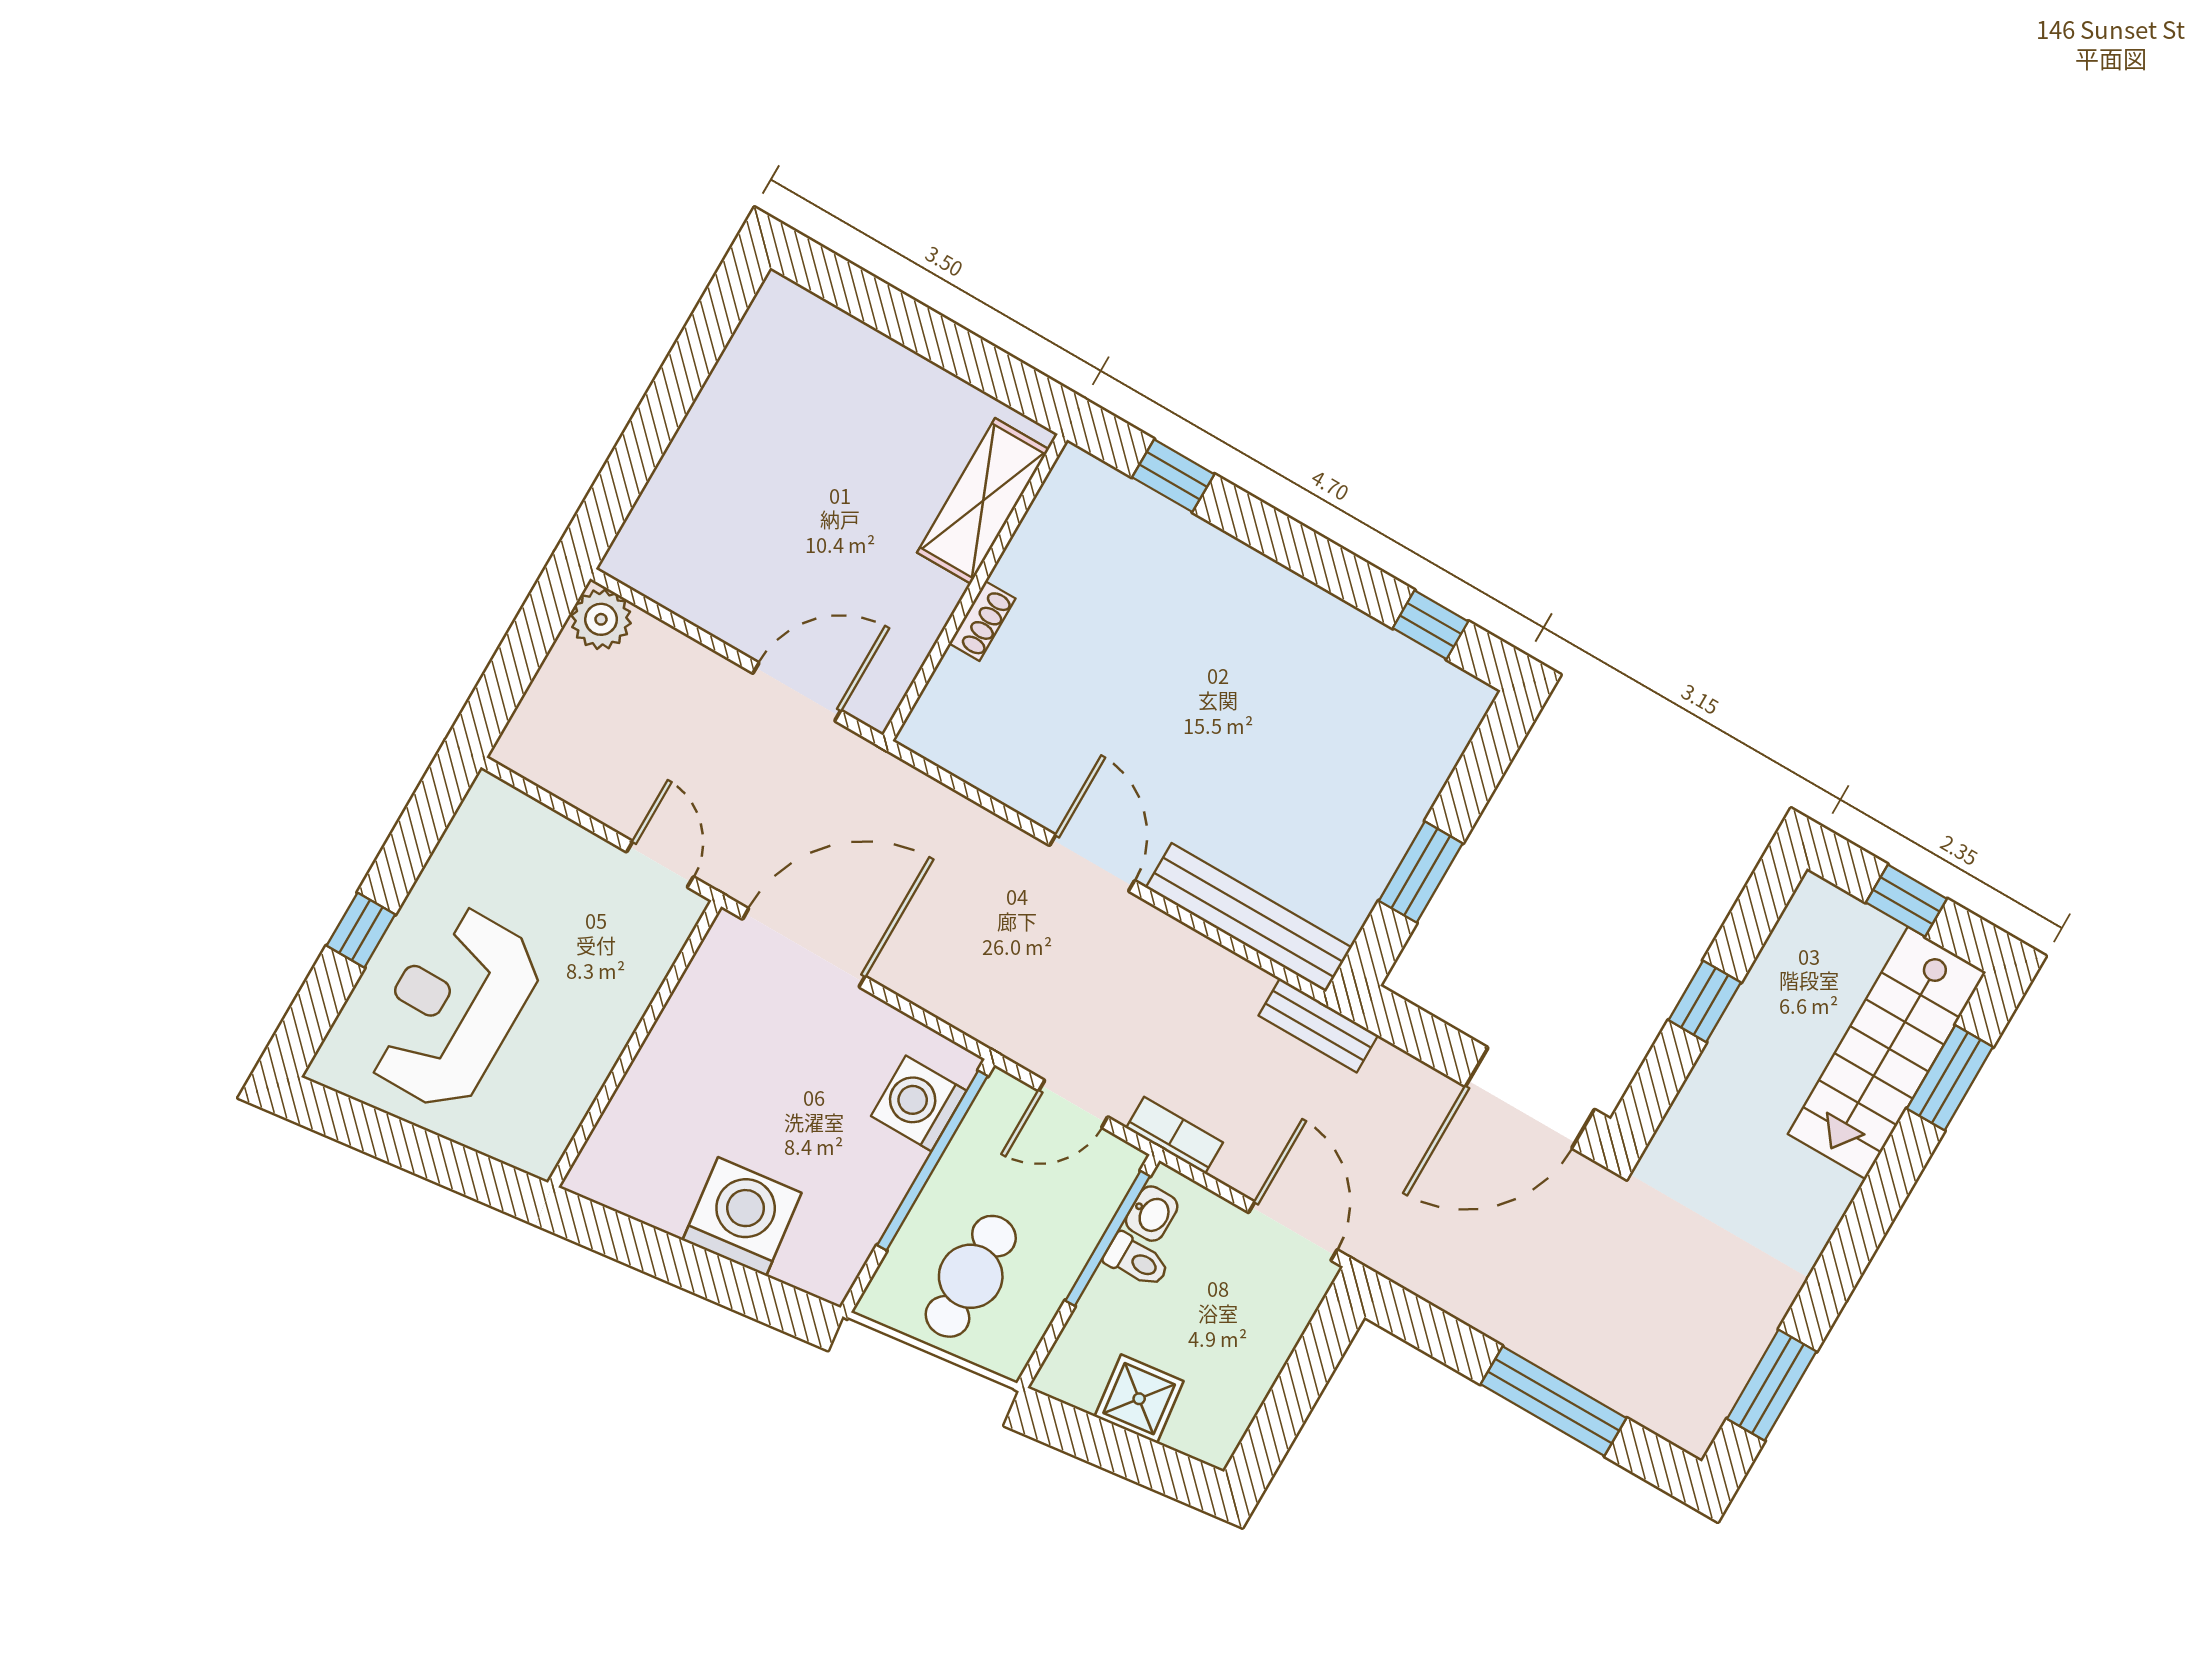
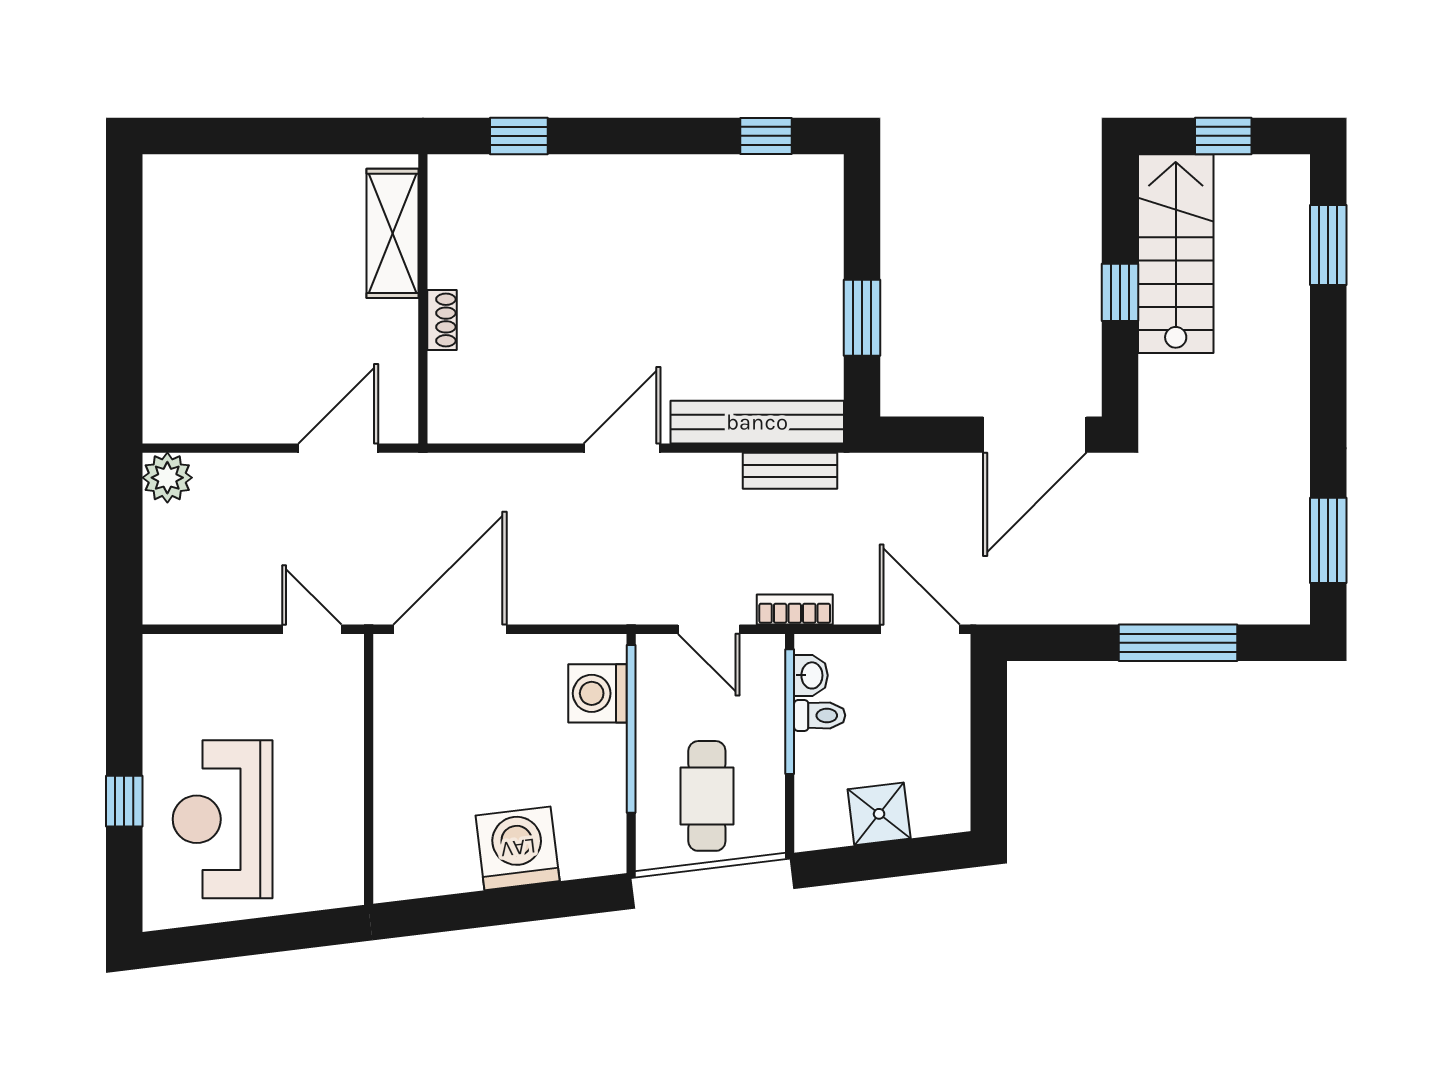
door: (1092, 863) -> (622, 448), hinge flipped
bench: (1318, 1025) -> (790, 471), moved
stairs: (1887, 1053) -> (1176, 254), moved, turned 180
door: (1073, 1104) -> (709, 629), hinge flipped

